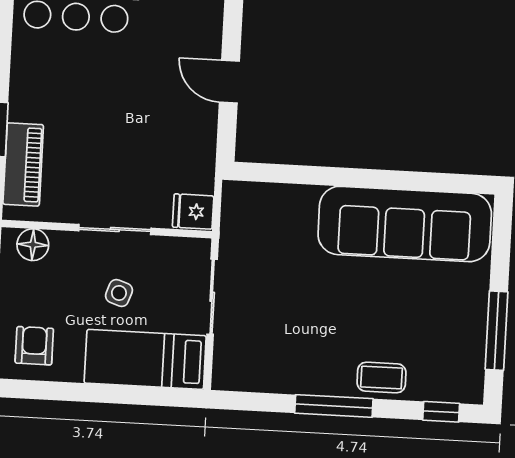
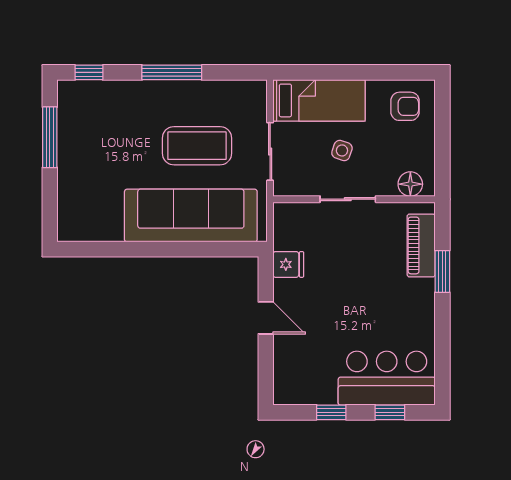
fridge: (193, 212) -> (288, 264), moved
sofa: (405, 224) -> (191, 216), moved
armchair: (34, 346) -> (405, 106), turned -90
coffee table: (381, 378) -> (197, 146), moved, width x1.86, depth x1.72

